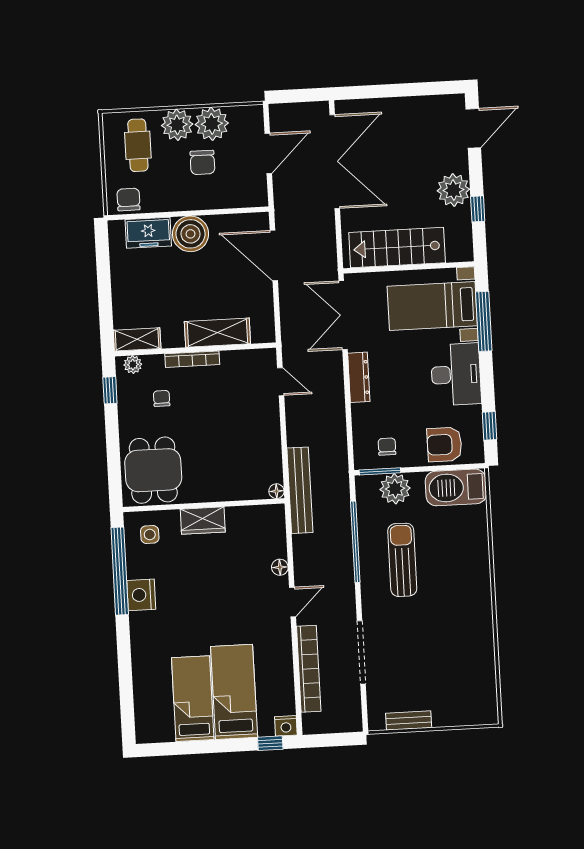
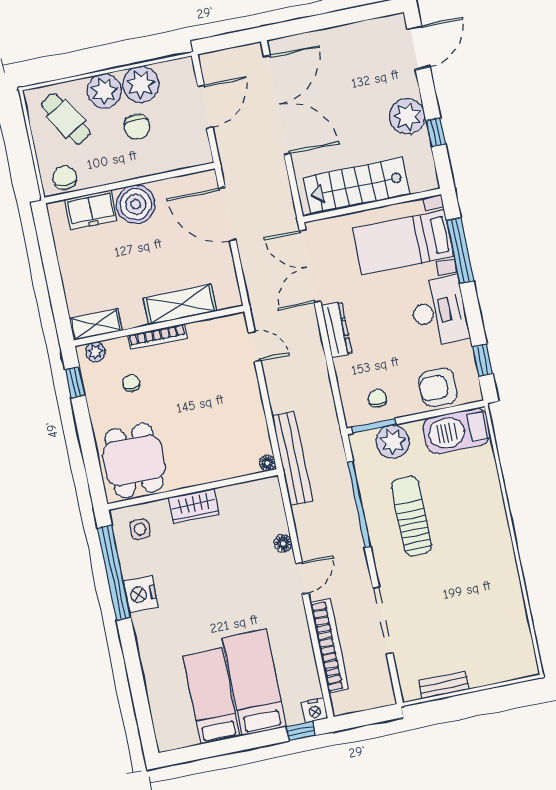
cafe table: (138, 145) -> (66, 119), turned -31

